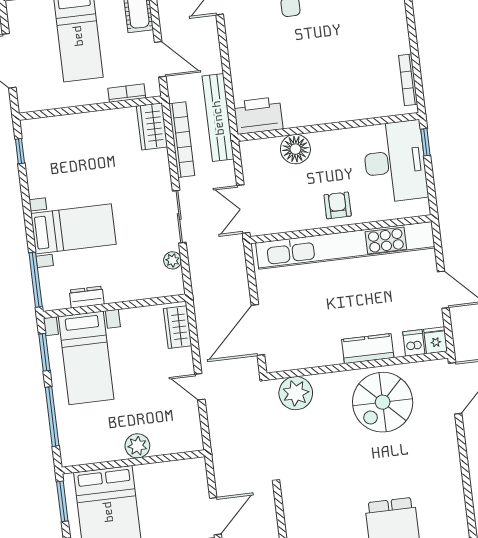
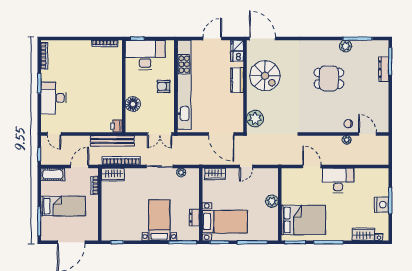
printer: (258, 115) -> (116, 126), width x0.53, depth x0.68

